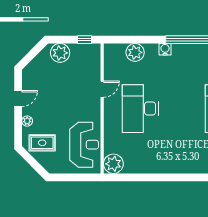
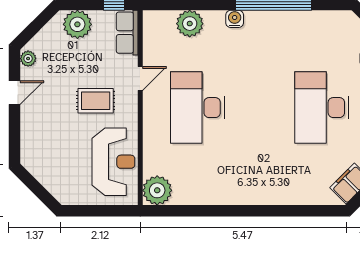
row of seats: (93, 58) -> (127, 33), added
plant: (27, 121) -> (28, 59), moved
rug: (42, 143) -> (96, 101), moved

